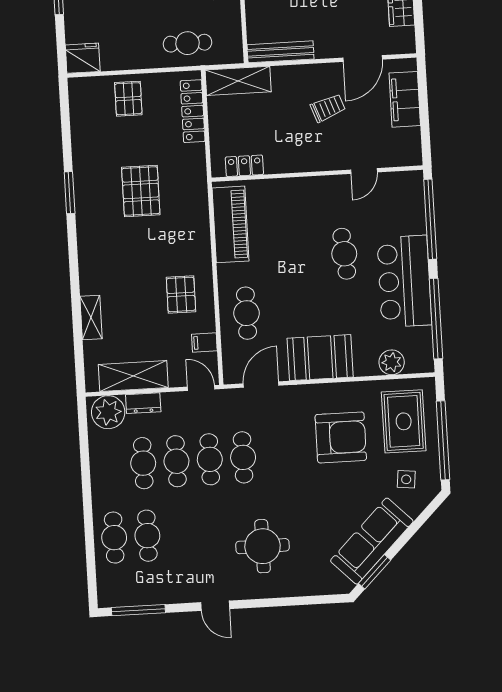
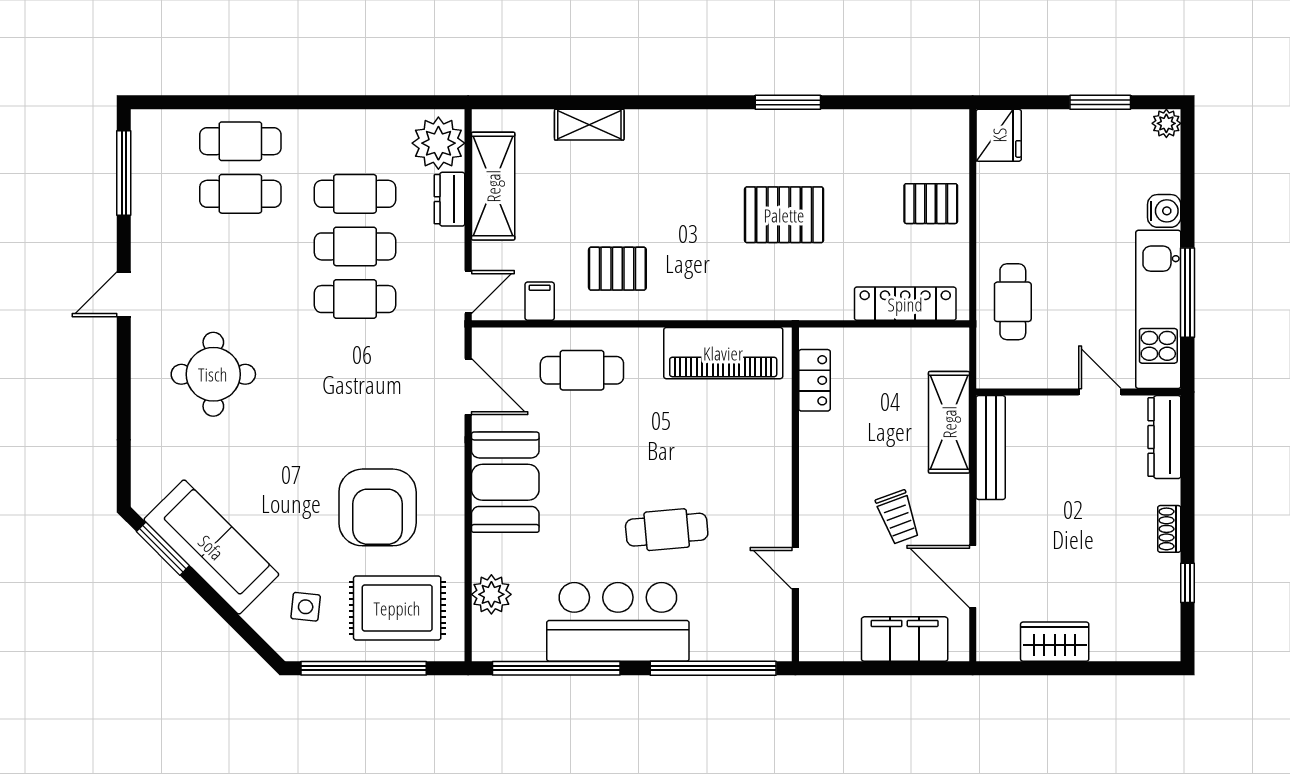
shelving: (238, 81) -> (949, 422), moved
cafe table: (243, 457) -> (355, 352), removed

